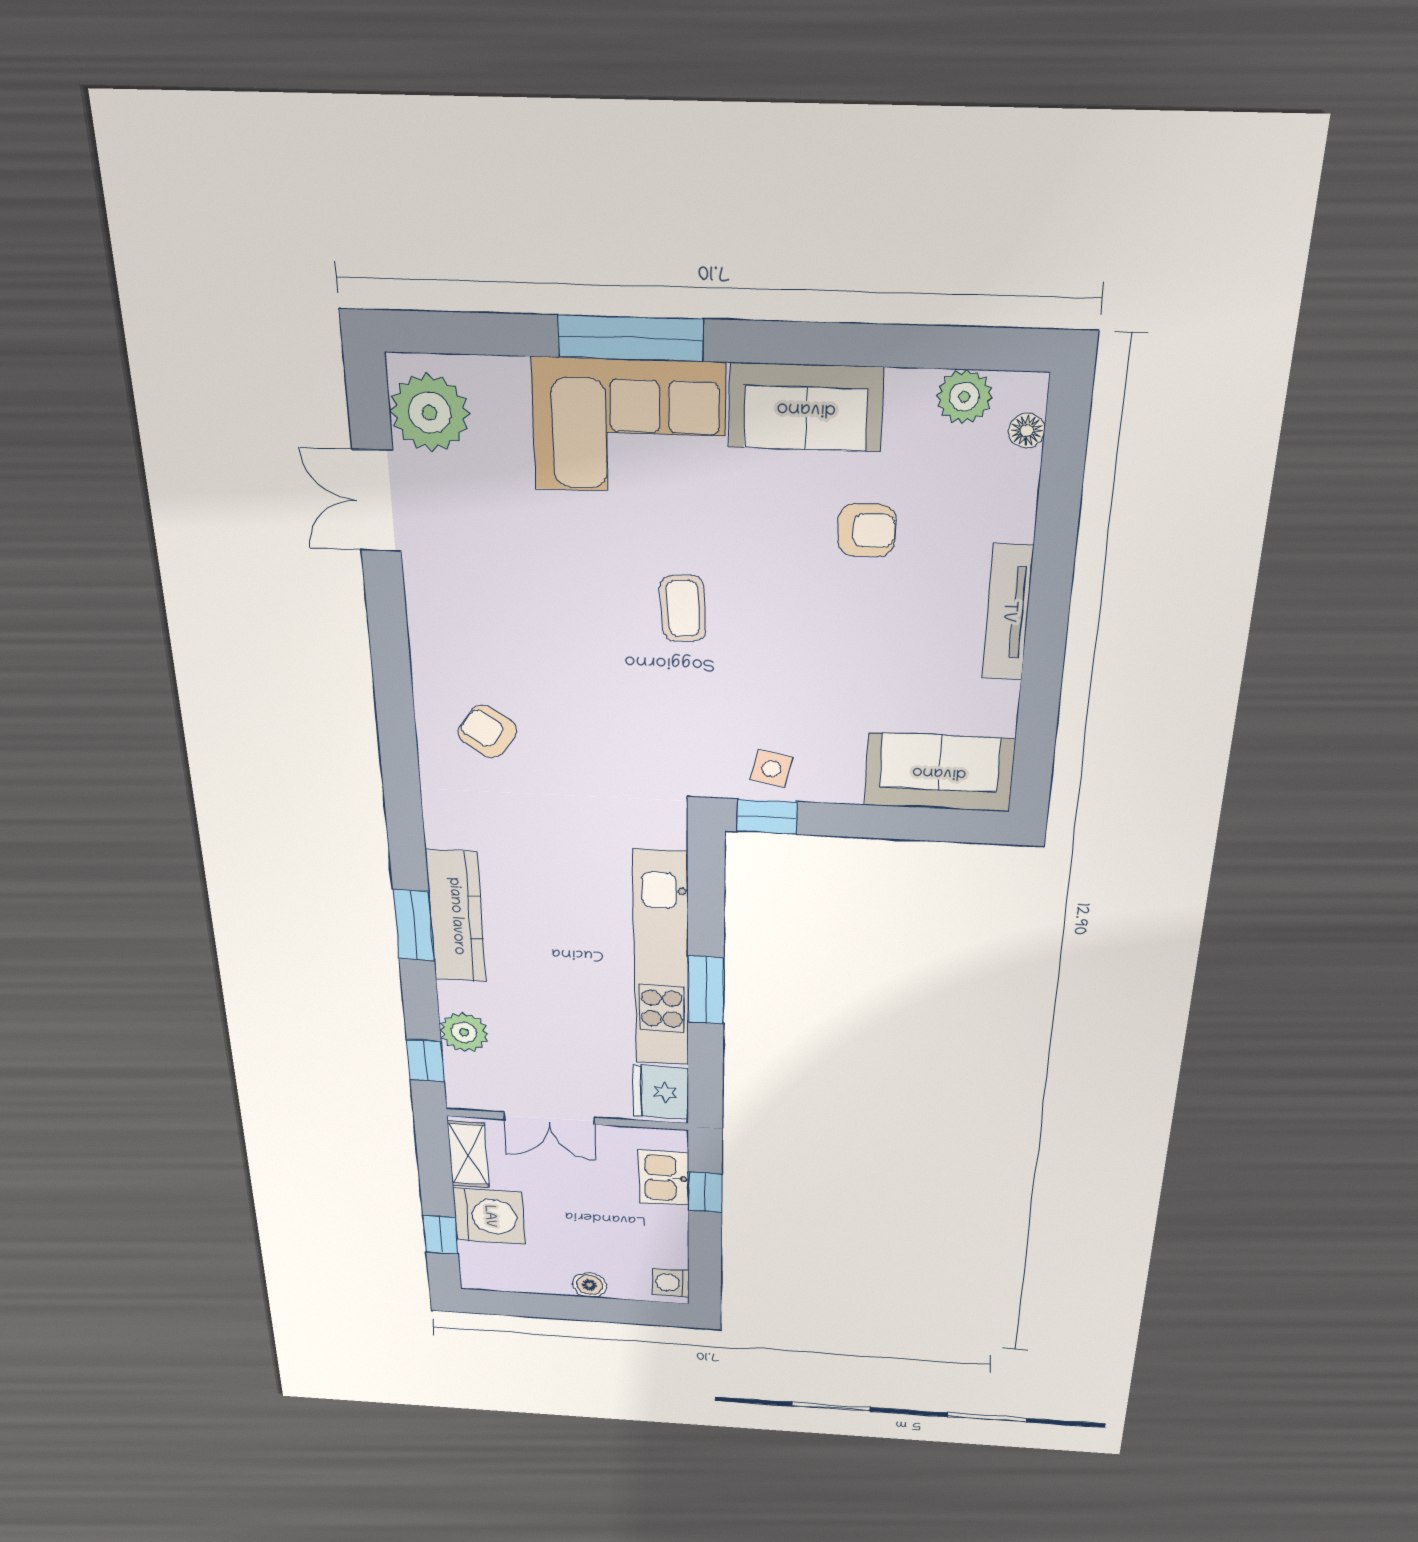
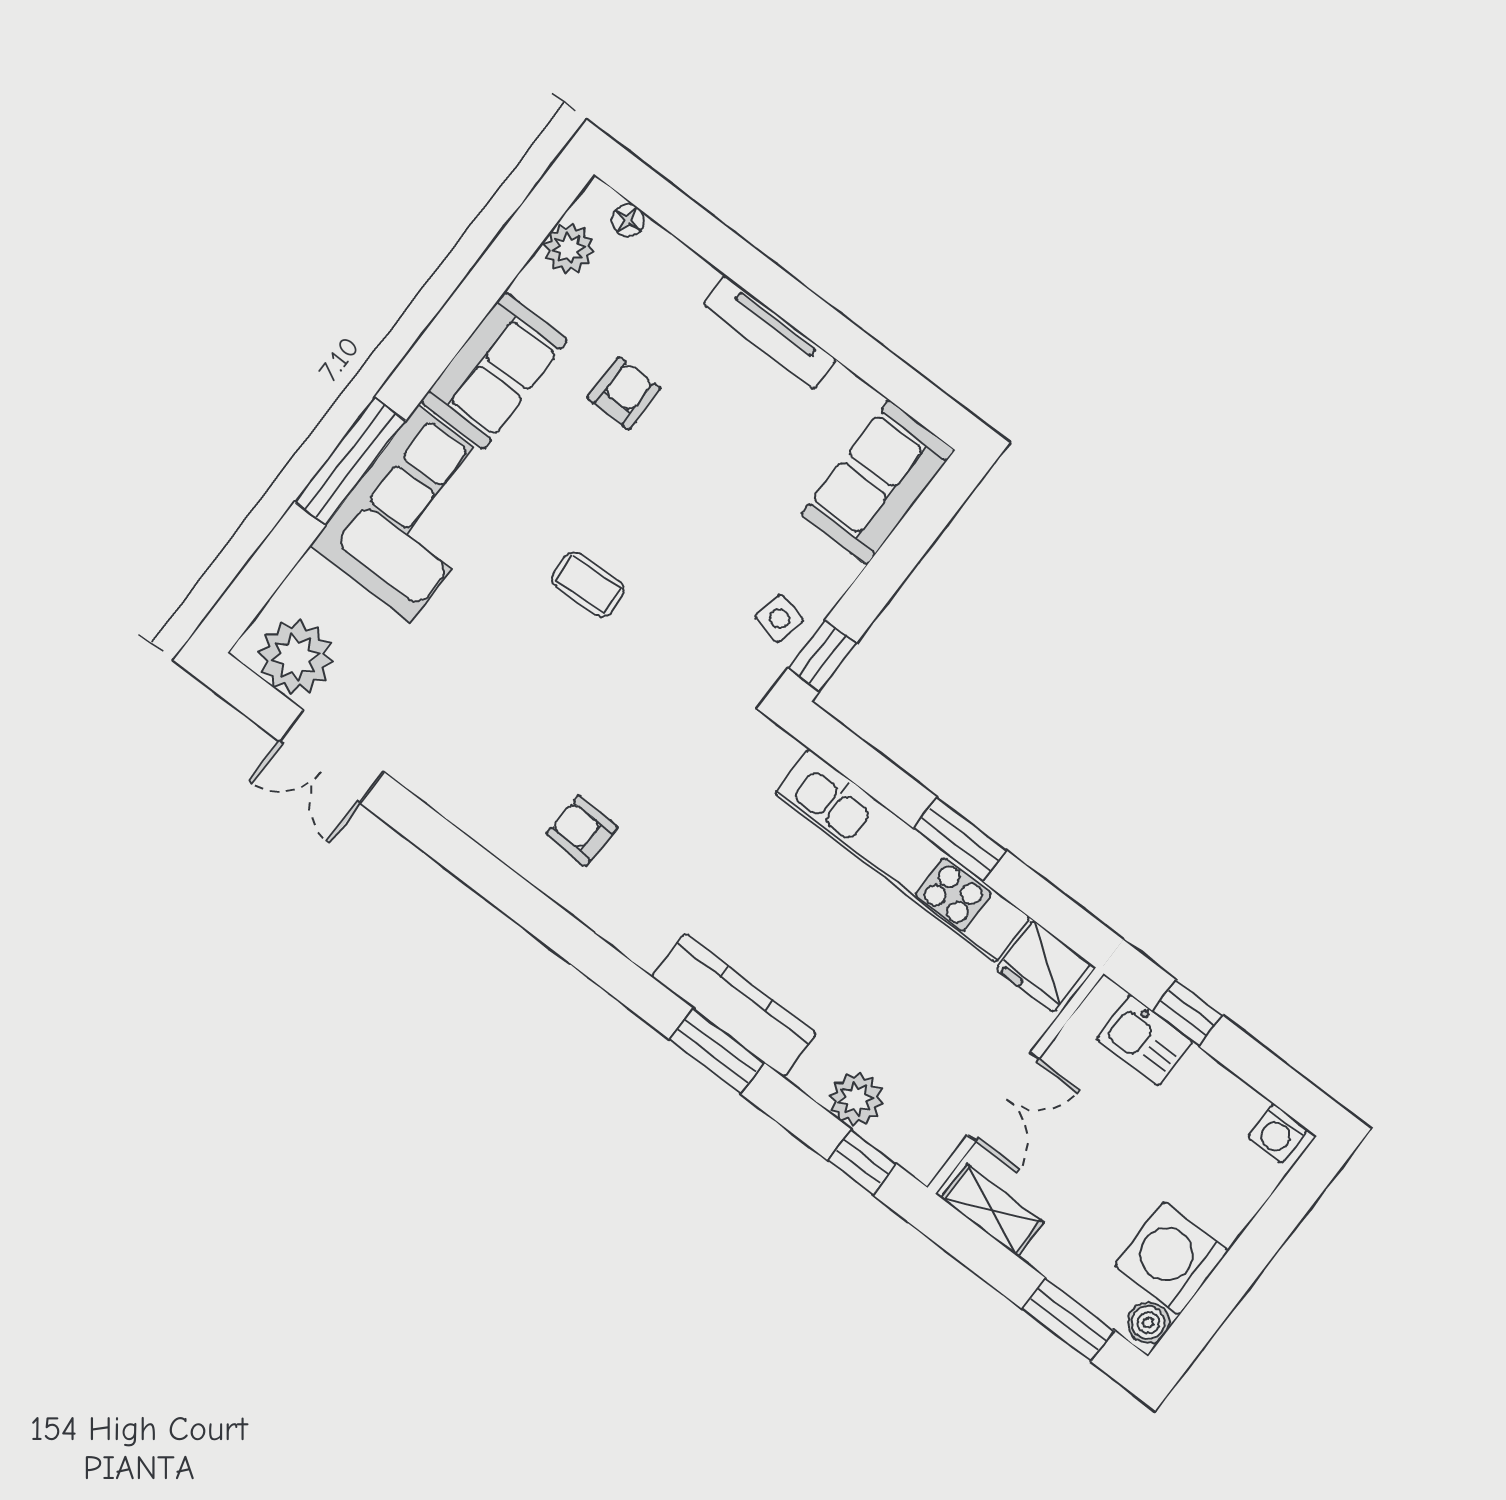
armchair: (487, 732) -> (582, 831), turned 58
washing machine: (489, 1216) -> (1172, 1258), moved, turned -90
window: (441, 1235) -> (1068, 1320), width x1.50
boiler: (589, 1285) -> (1148, 1323), moved

